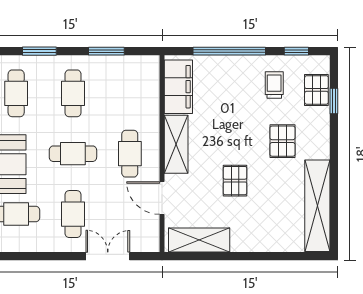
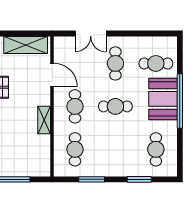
filing cabinet: (178, 87) -> (40, 154), removed
cafe table: (73, 93) -> (75, 149), moved
shelving: (176, 144) -> (44, 120), width x0.67, depth x0.75

